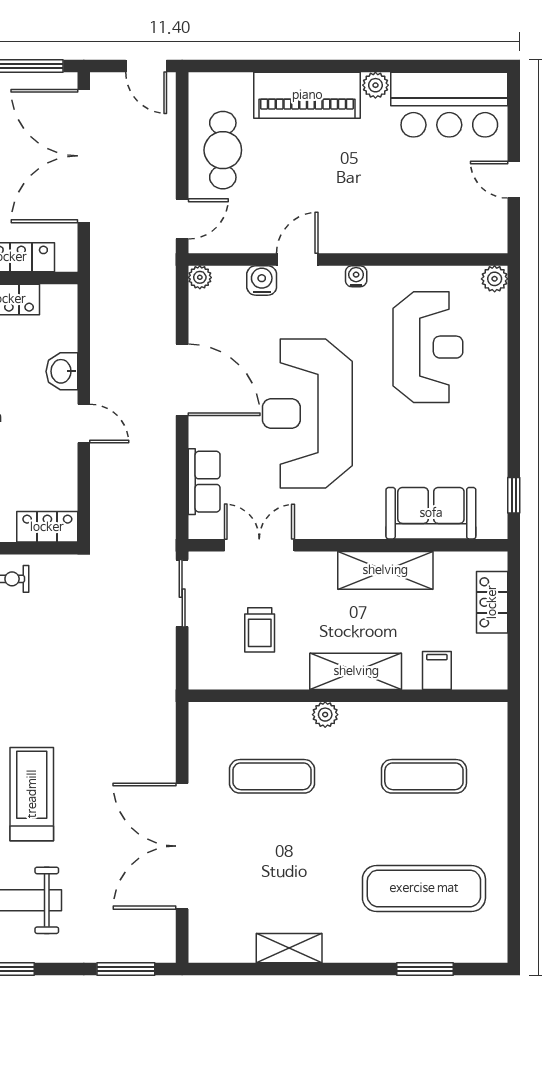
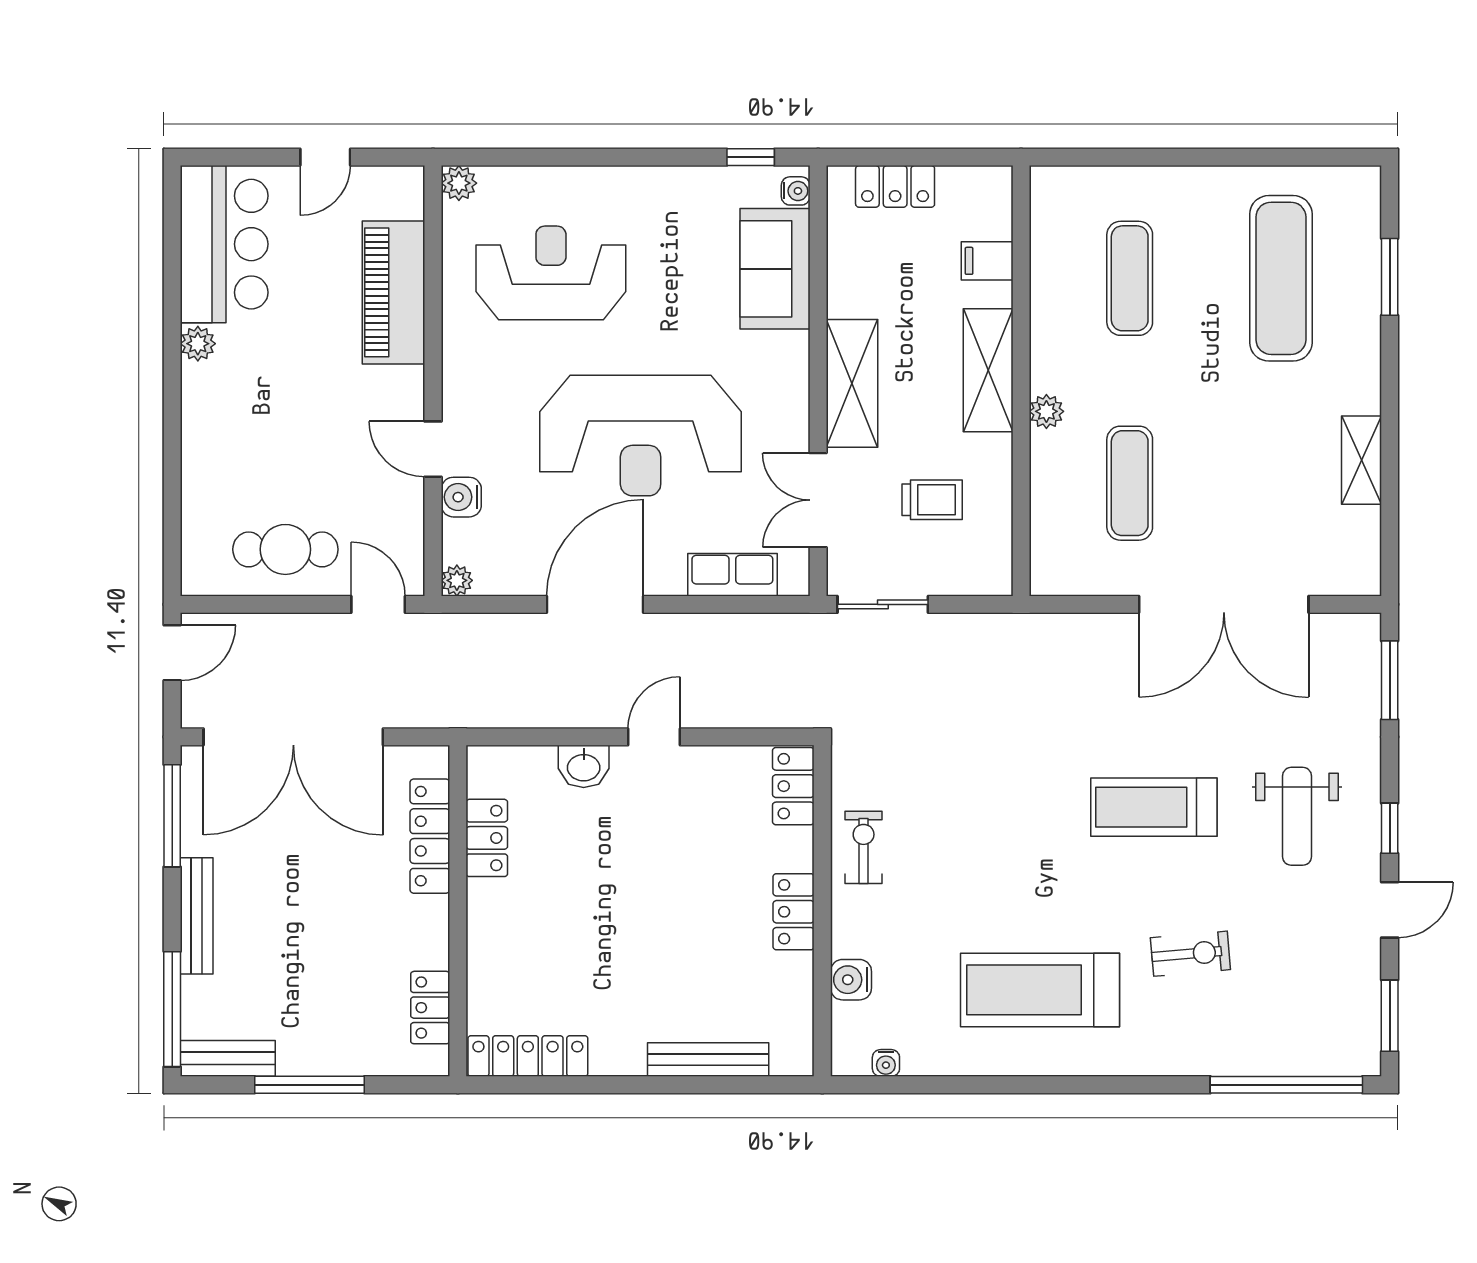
piano: (307, 95) -> (394, 292), moved, turned 180
water cooler: (356, 276) -> (796, 191), moved, turned 180
shelving: (385, 570) -> (852, 383), moved

